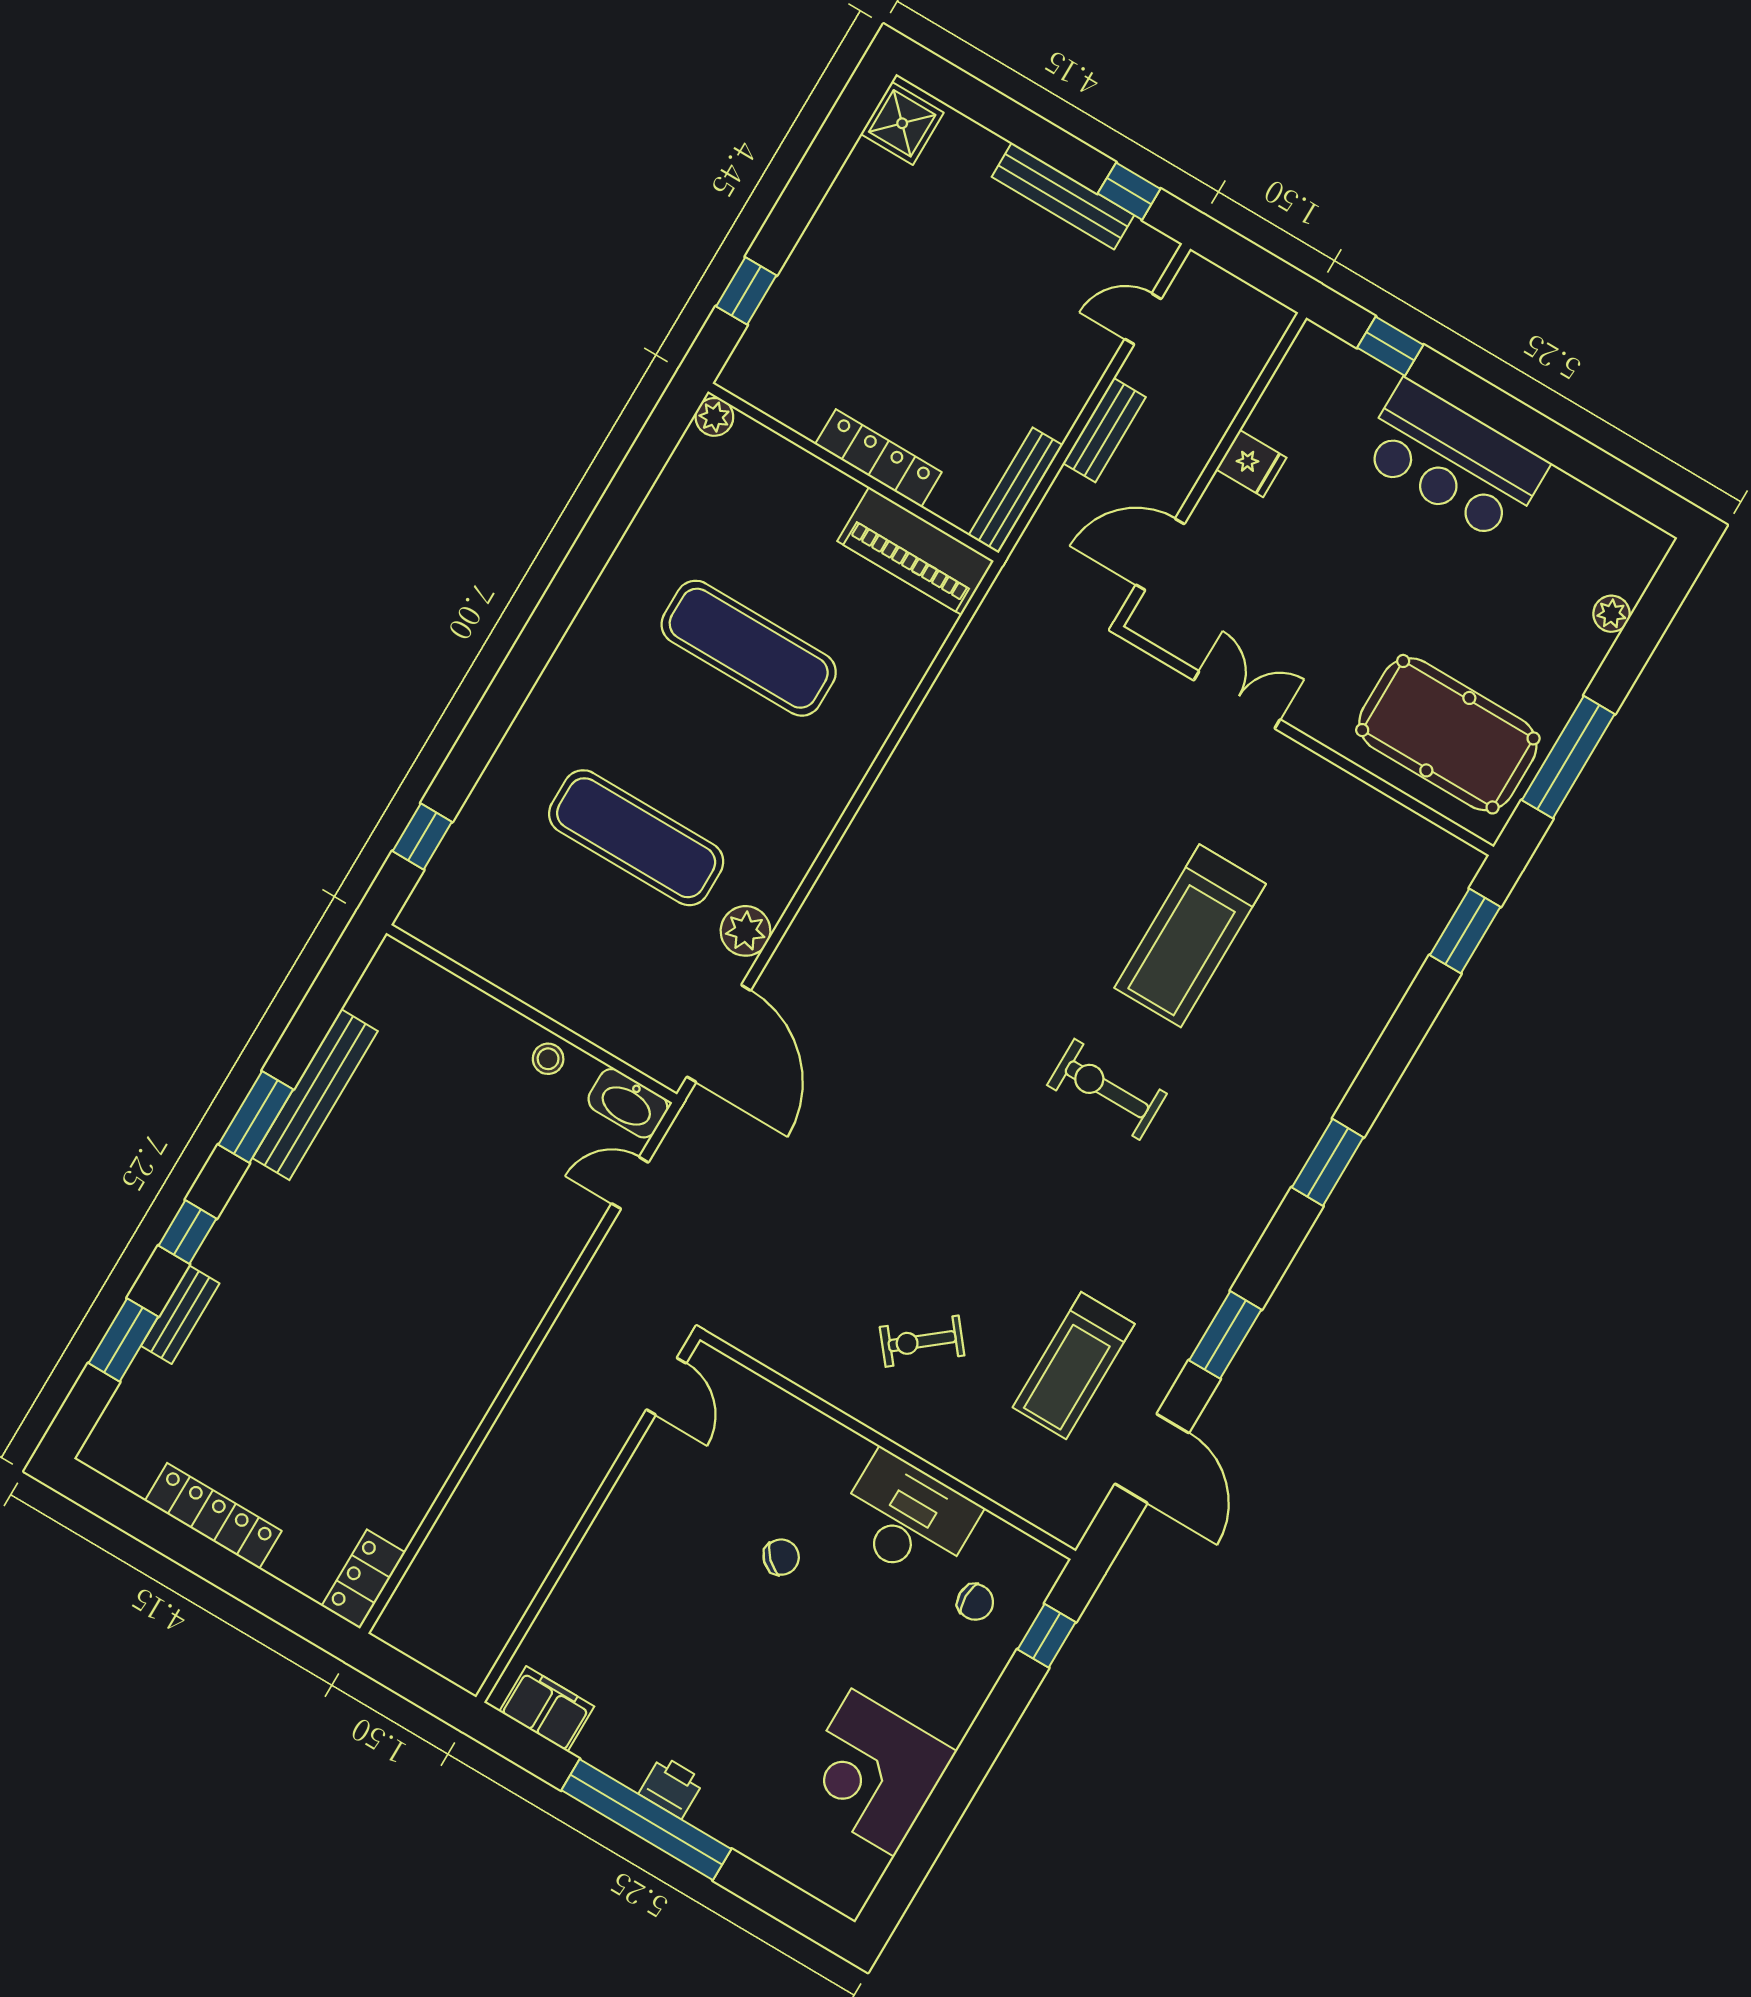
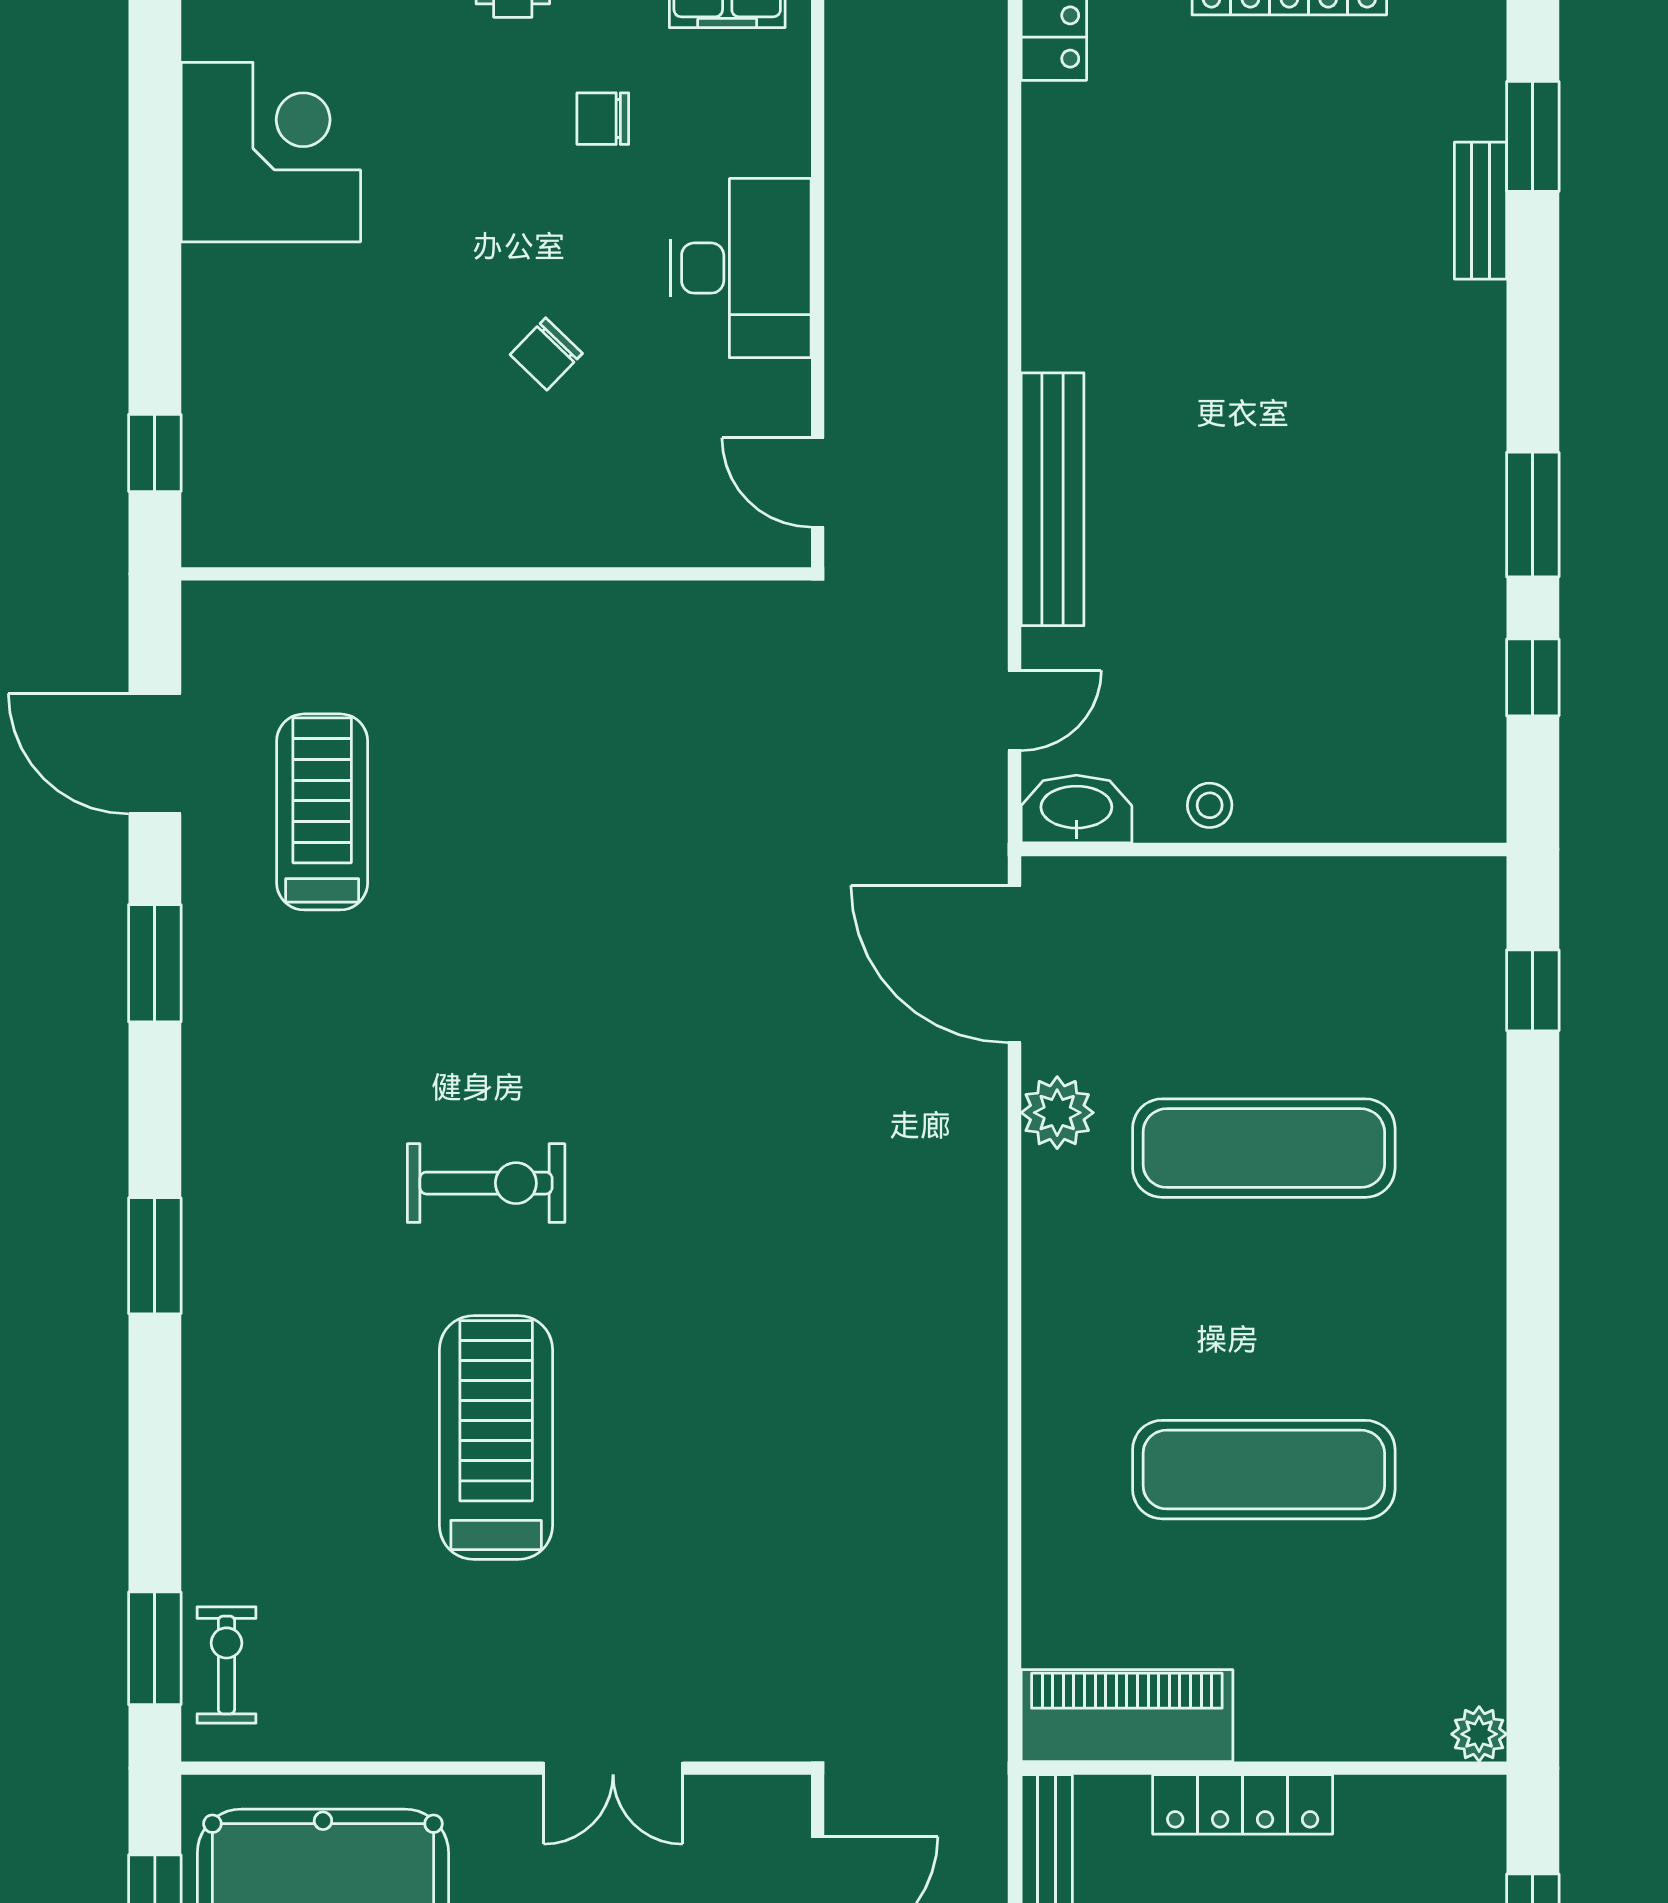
bench: (315, 1095) -> (1052, 499), moved
window: (187, 1232) -> (1533, 677), moved
exercise bike: (922, 1341) -> (226, 1665), moved, turned -51
desk: (908, 1518) -> (741, 268), moved, turned -90
chair: (975, 1602) -> (603, 119), moved

